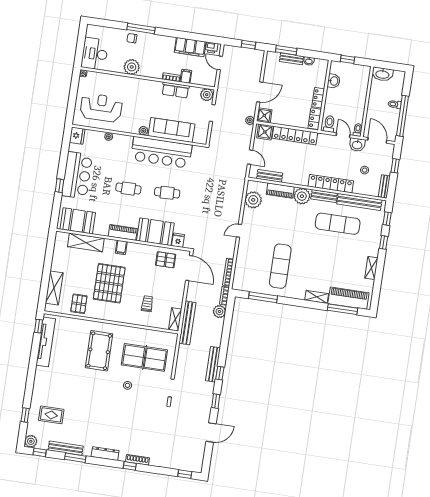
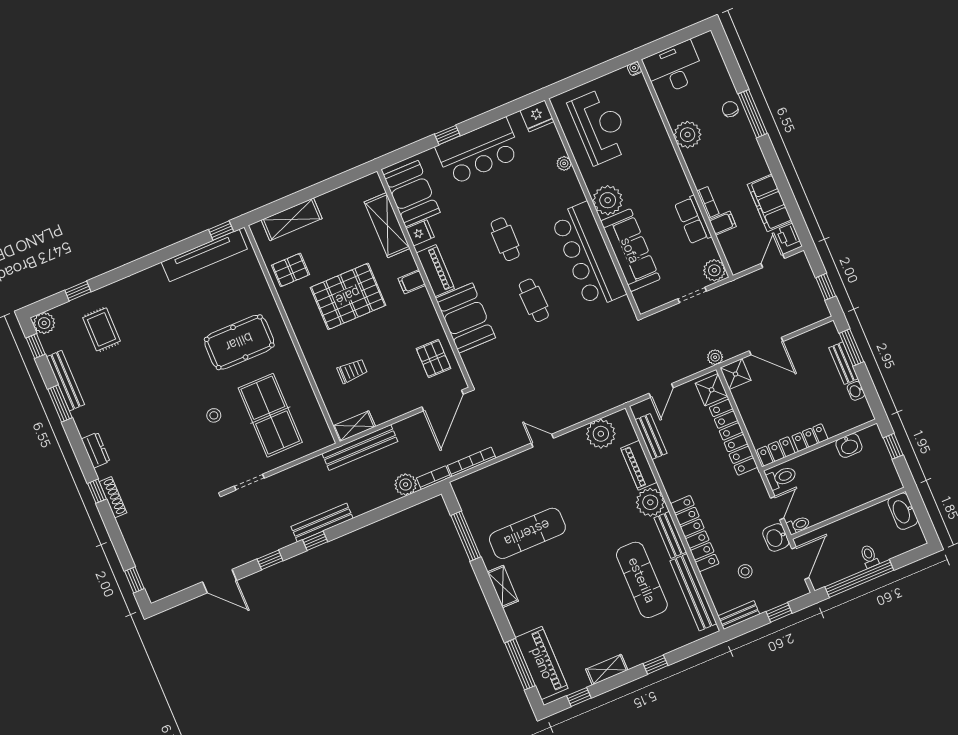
plant: (143, 131) -> (608, 200), width x1.88, depth x1.88
window: (387, 219) -> (579, 697), moved
fridge: (178, 240) -> (420, 233), moved
shelving: (317, 297) -> (503, 587), moved
dresser: (105, 454) -> (96, 450), width x0.70

